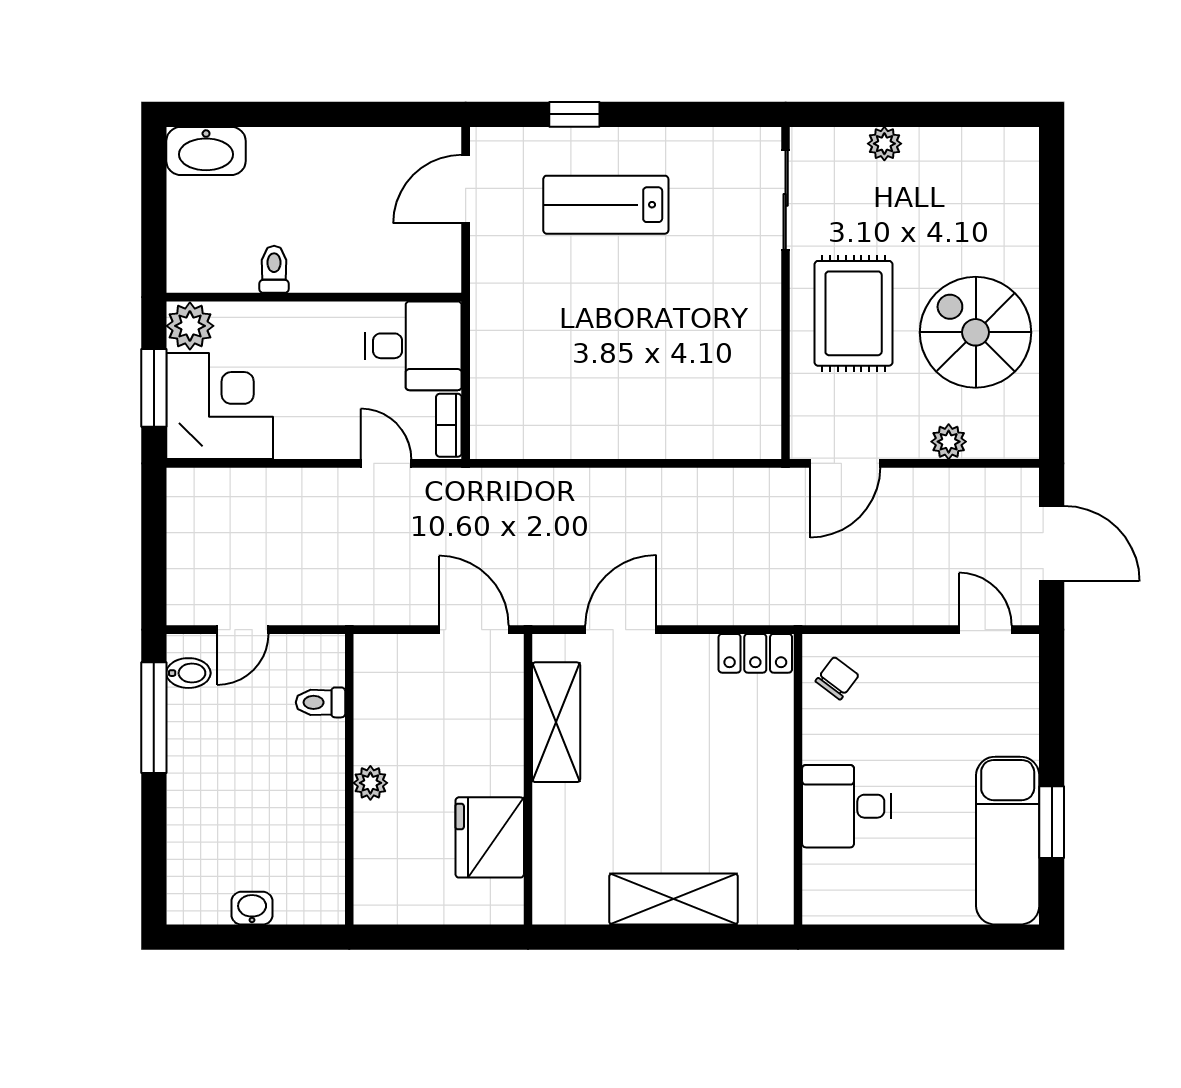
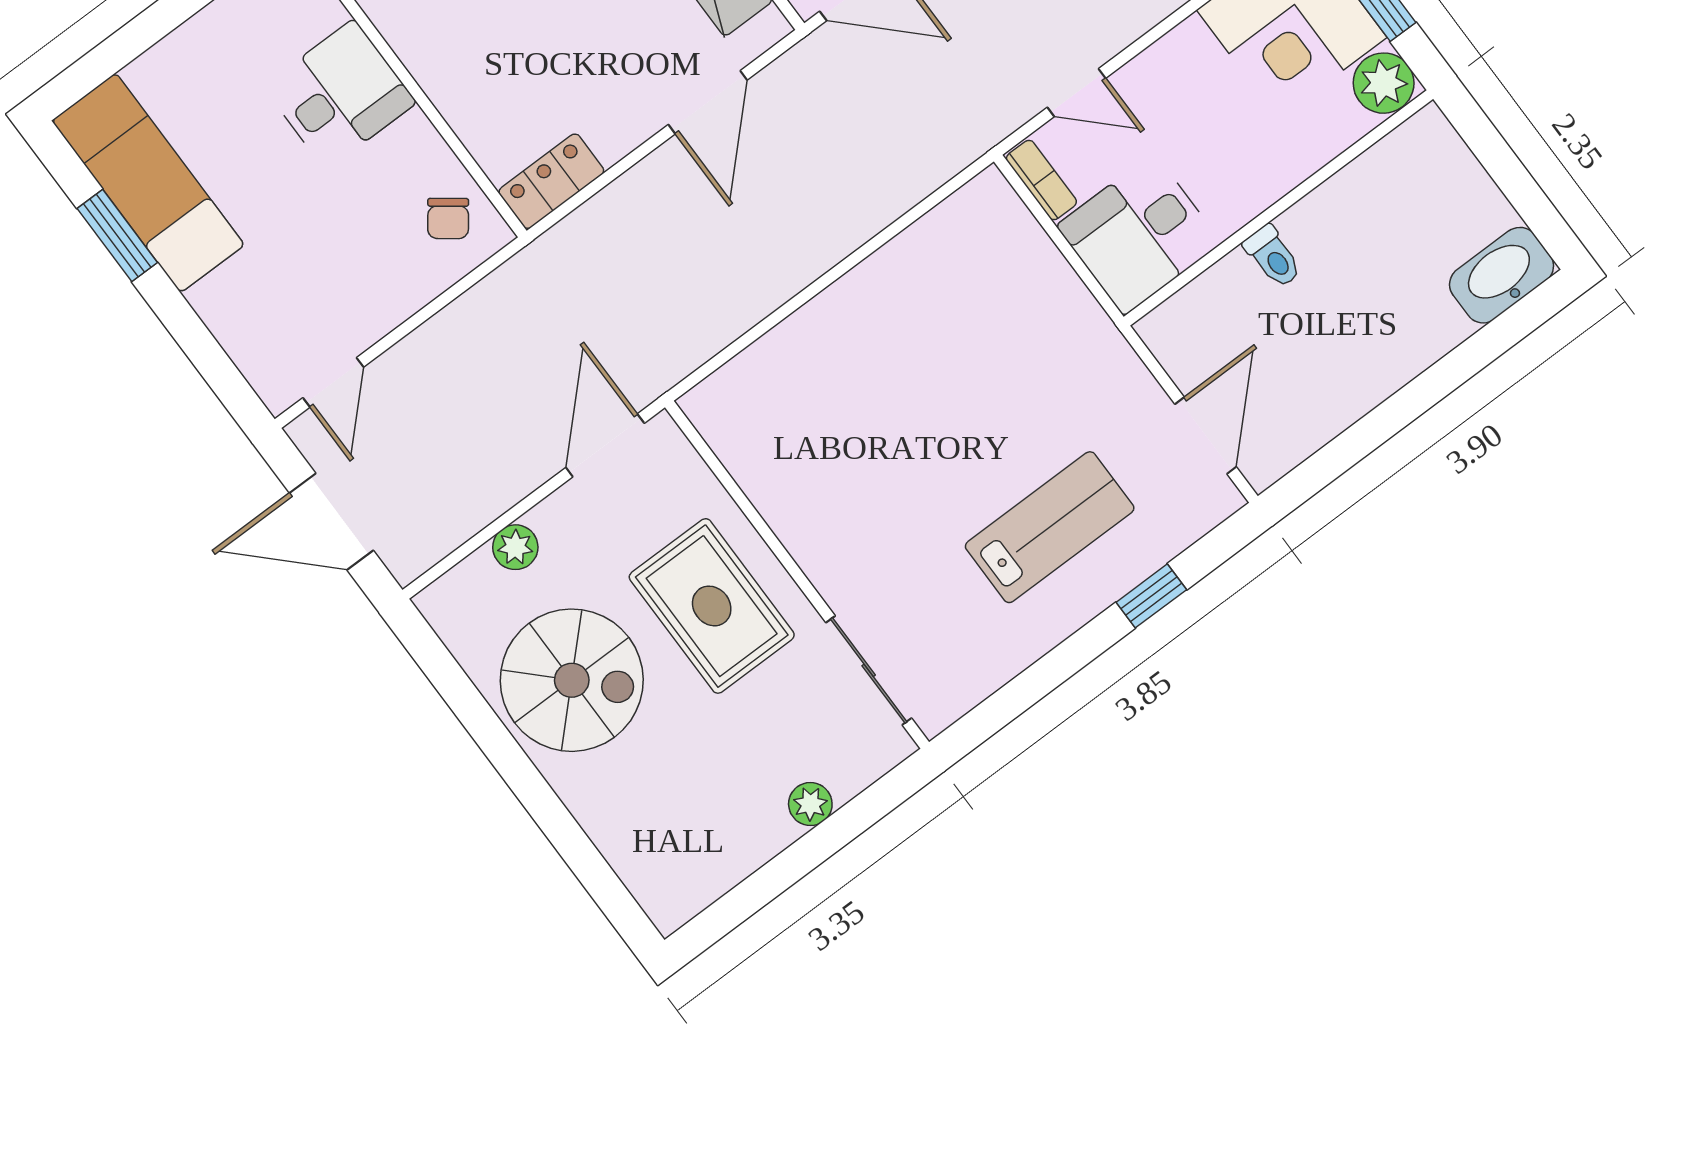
toilet: (274, 269) -> (1273, 257), moved
door: (985, 630) -> (333, 382), hinge flipped

